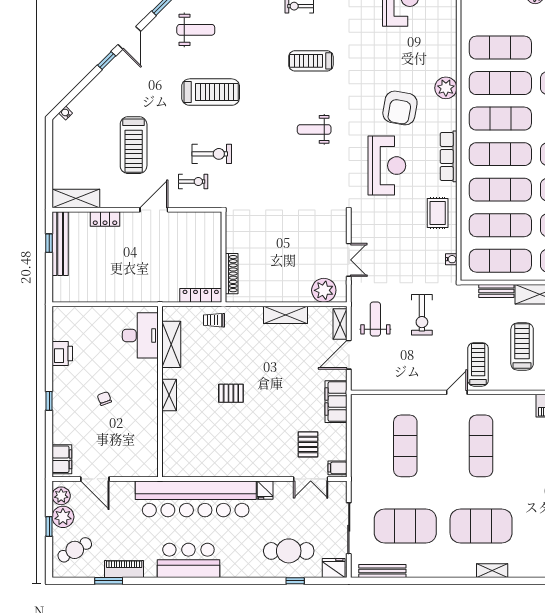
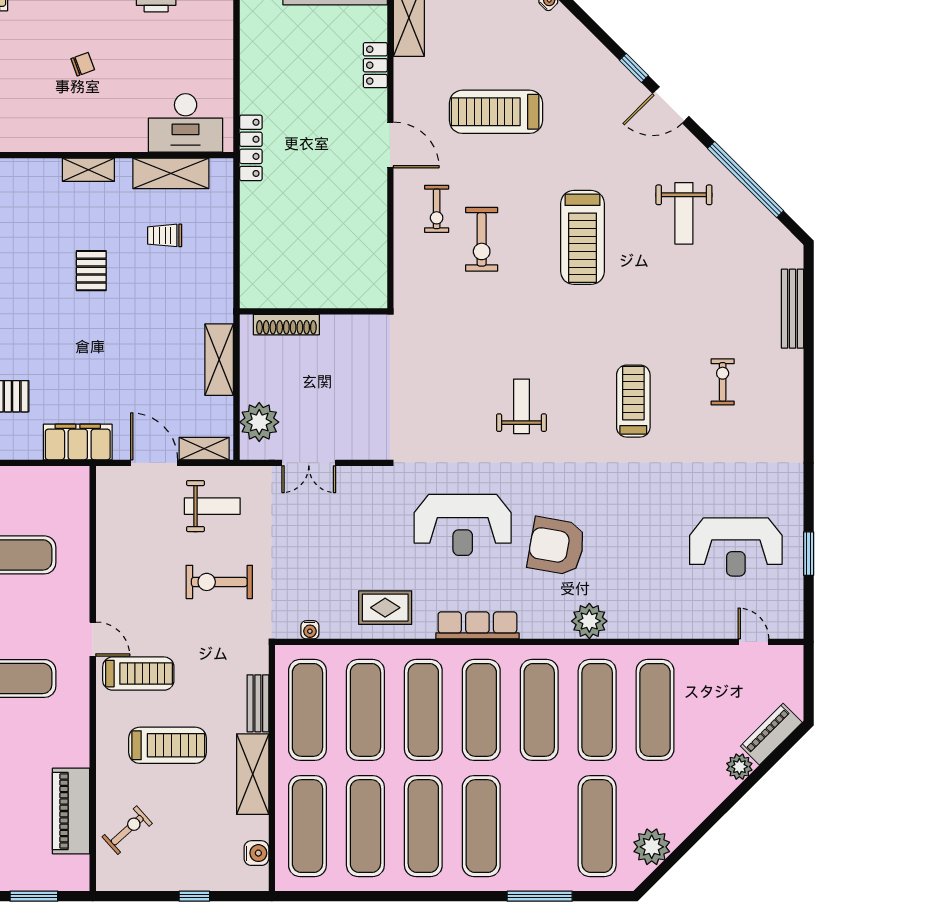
wall: (224, 257) -> (313, 311), moved
shoe rack: (232, 274) -> (286, 325), moved
locker: (201, 295) -> (251, 148), moved
trolley: (214, 320) -> (165, 235), moved, turned -90

